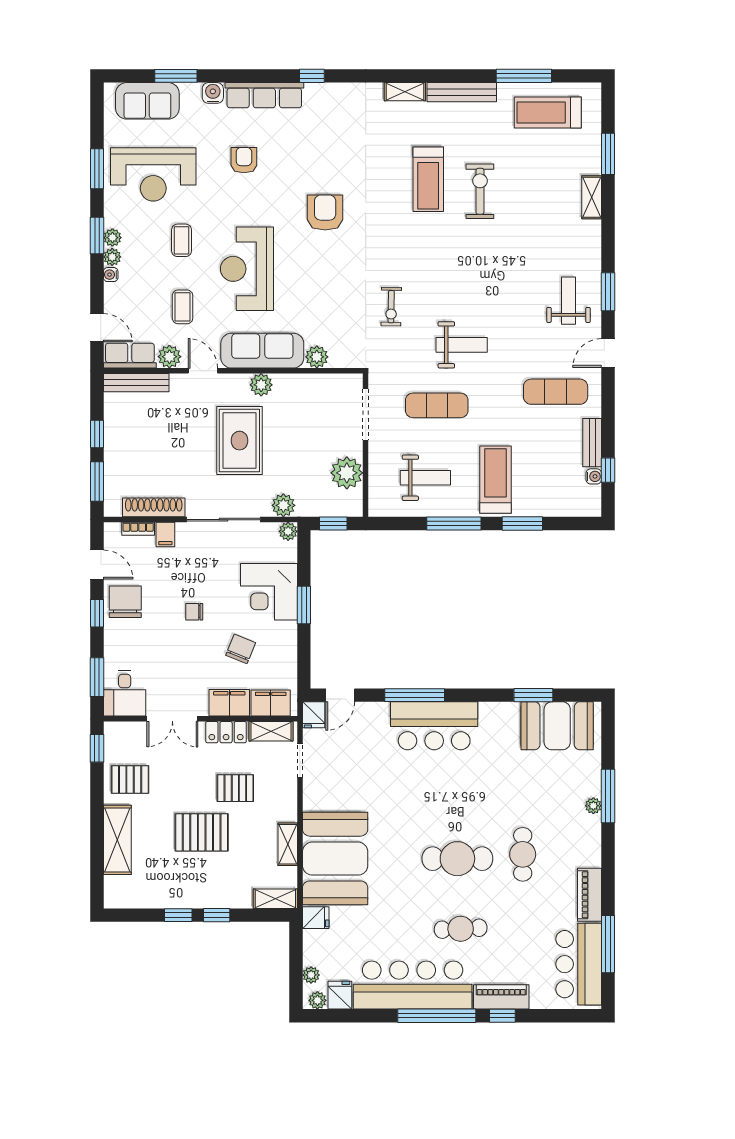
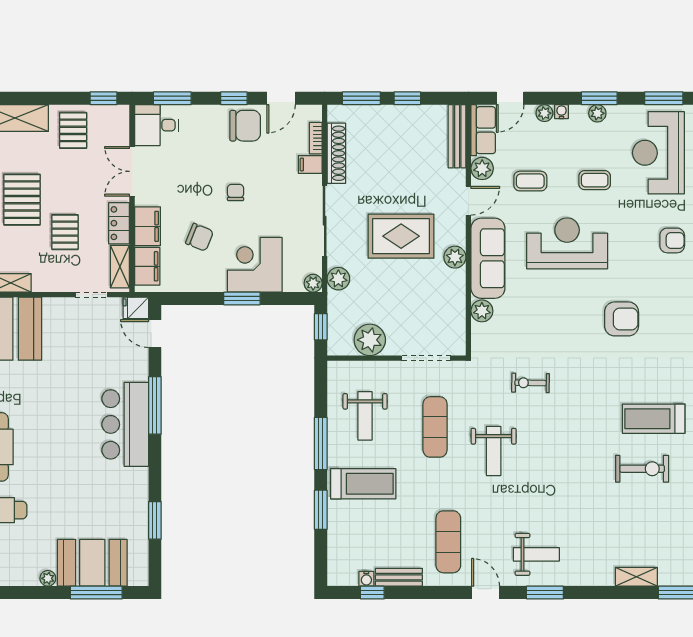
plant: (112, 257) -> (544, 113), moved
booth: (557, 726) -> (92, 563), moved, turned 90
window: (608, 796) -> (96, 593), moved

